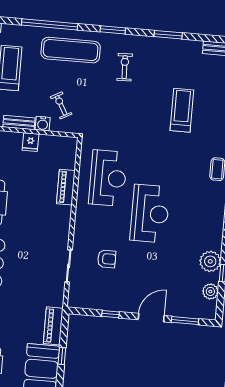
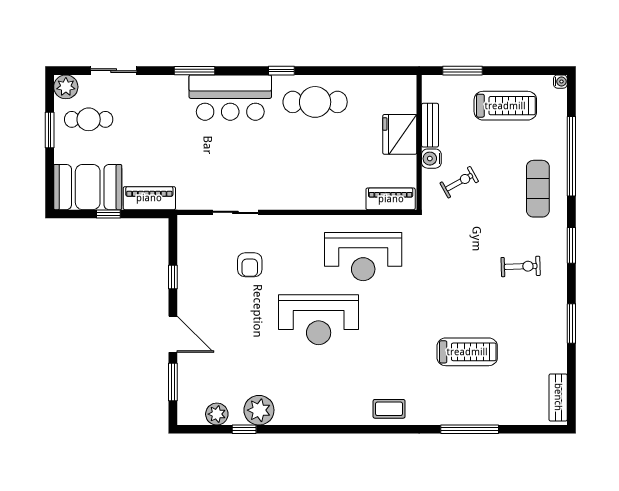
exercise mat: (71, 50) -> (538, 189), width x0.73, depth x0.69
fridge: (30, 142) -> (400, 134), width x1.88, depth x1.34
piano: (66, 187) -> (391, 199), moved

